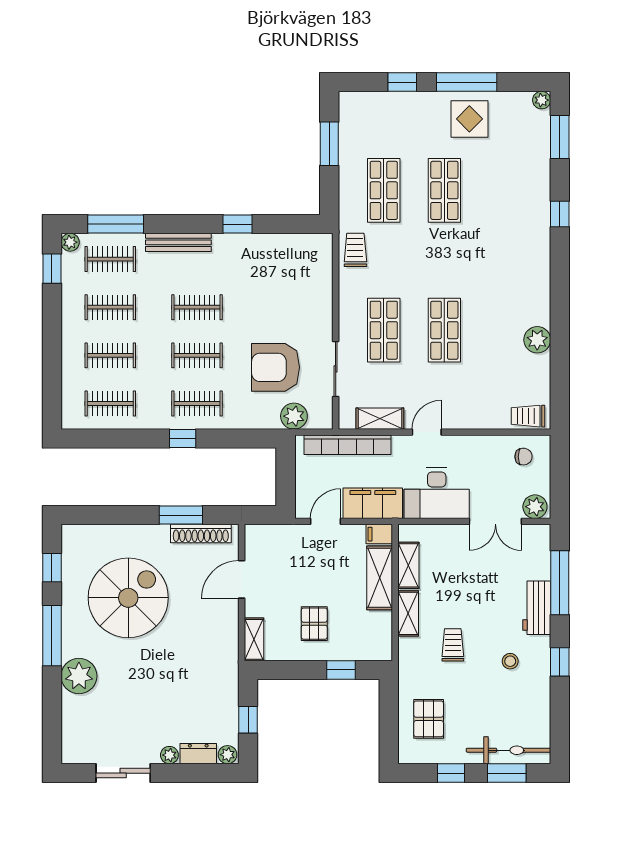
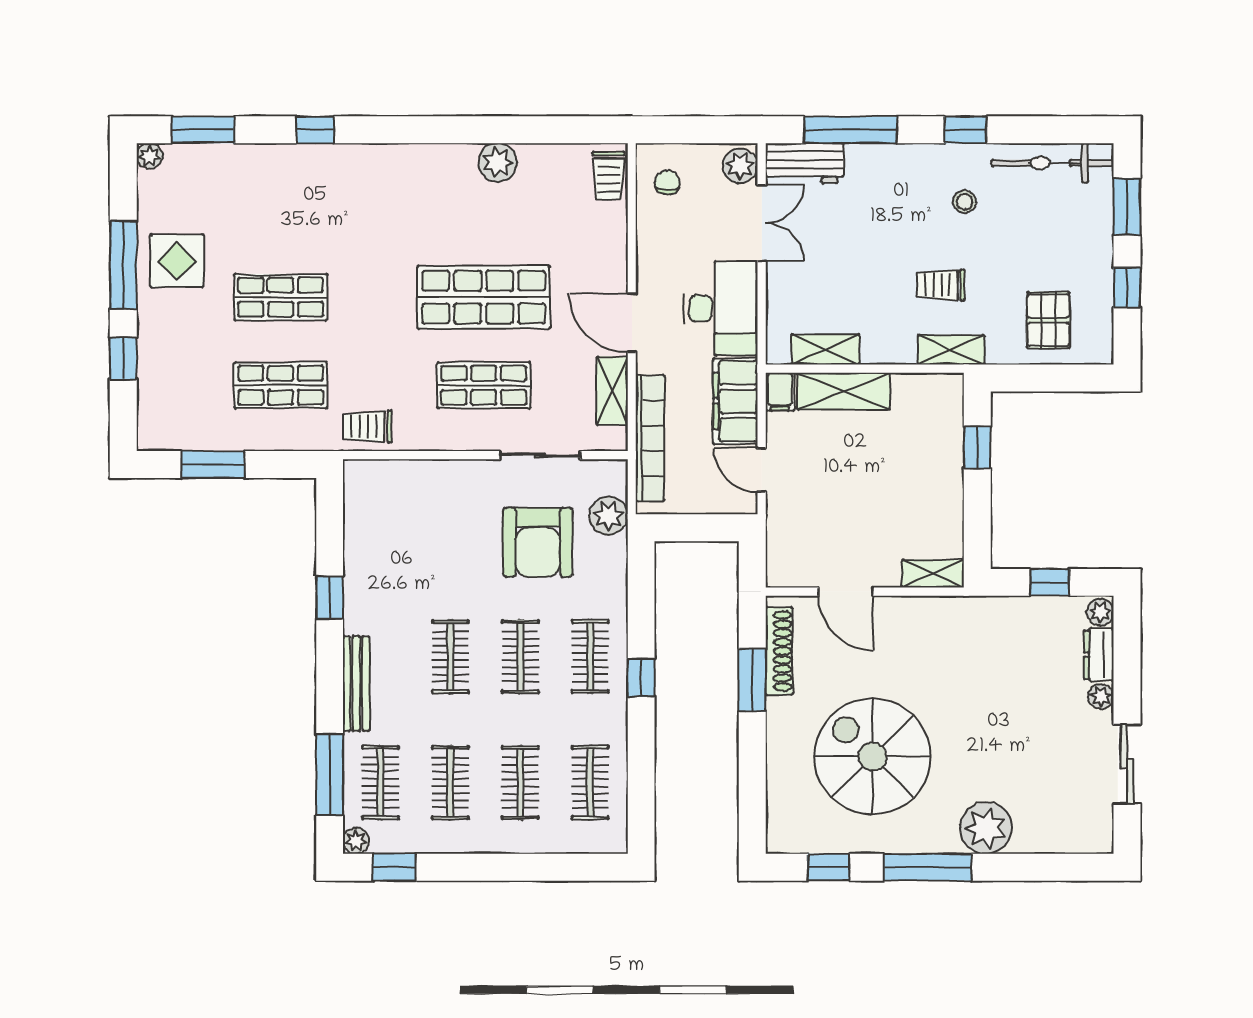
shop shelf: (444, 330) -> (484, 297), width x1.43, depth x1.36
door: (427, 432) -> (632, 323), width x1.37
workbench: (537, 608) -> (805, 163), moved
shelving: (408, 613) -> (951, 350), moved
pallet: (314, 624) -> (910, 486), removed
pallet: (429, 719) -> (1048, 320), turned 90
bicycle: (508, 750) -> (1052, 163), moved, turned -90

